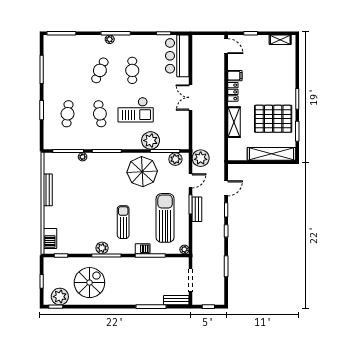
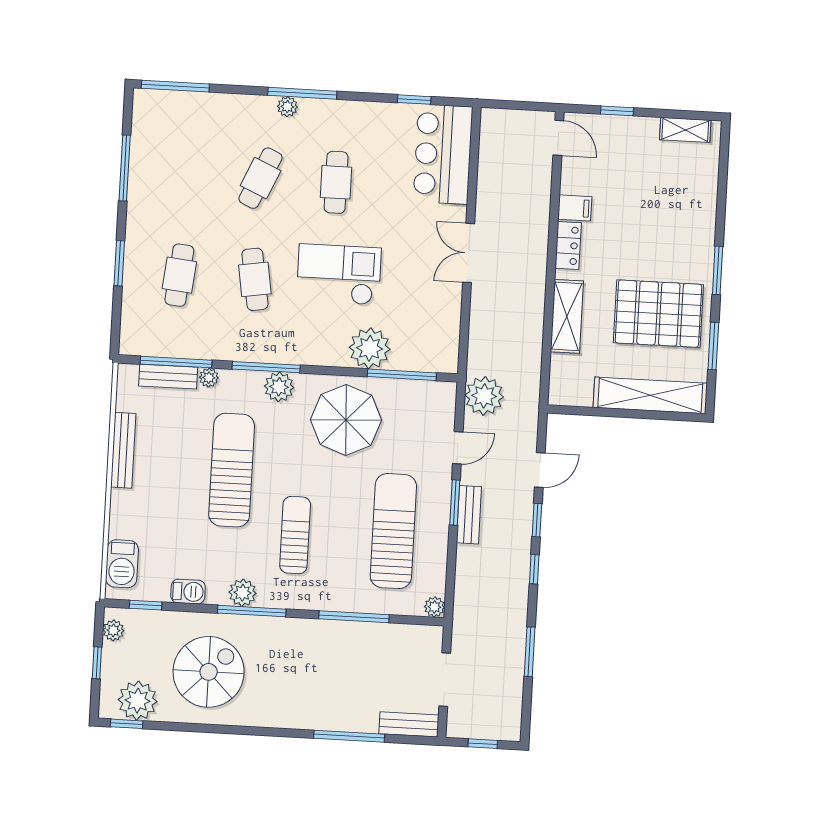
checkout: (136, 110) -> (339, 274), turned 180
bench: (65, 157) -> (168, 377), added
plant: (175, 159) -> (279, 387), moved
sun lounger: (95, 196) -> (232, 470), added
barbecue: (143, 249) -> (188, 592), moved
plant: (48, 267) -> (113, 630), added

